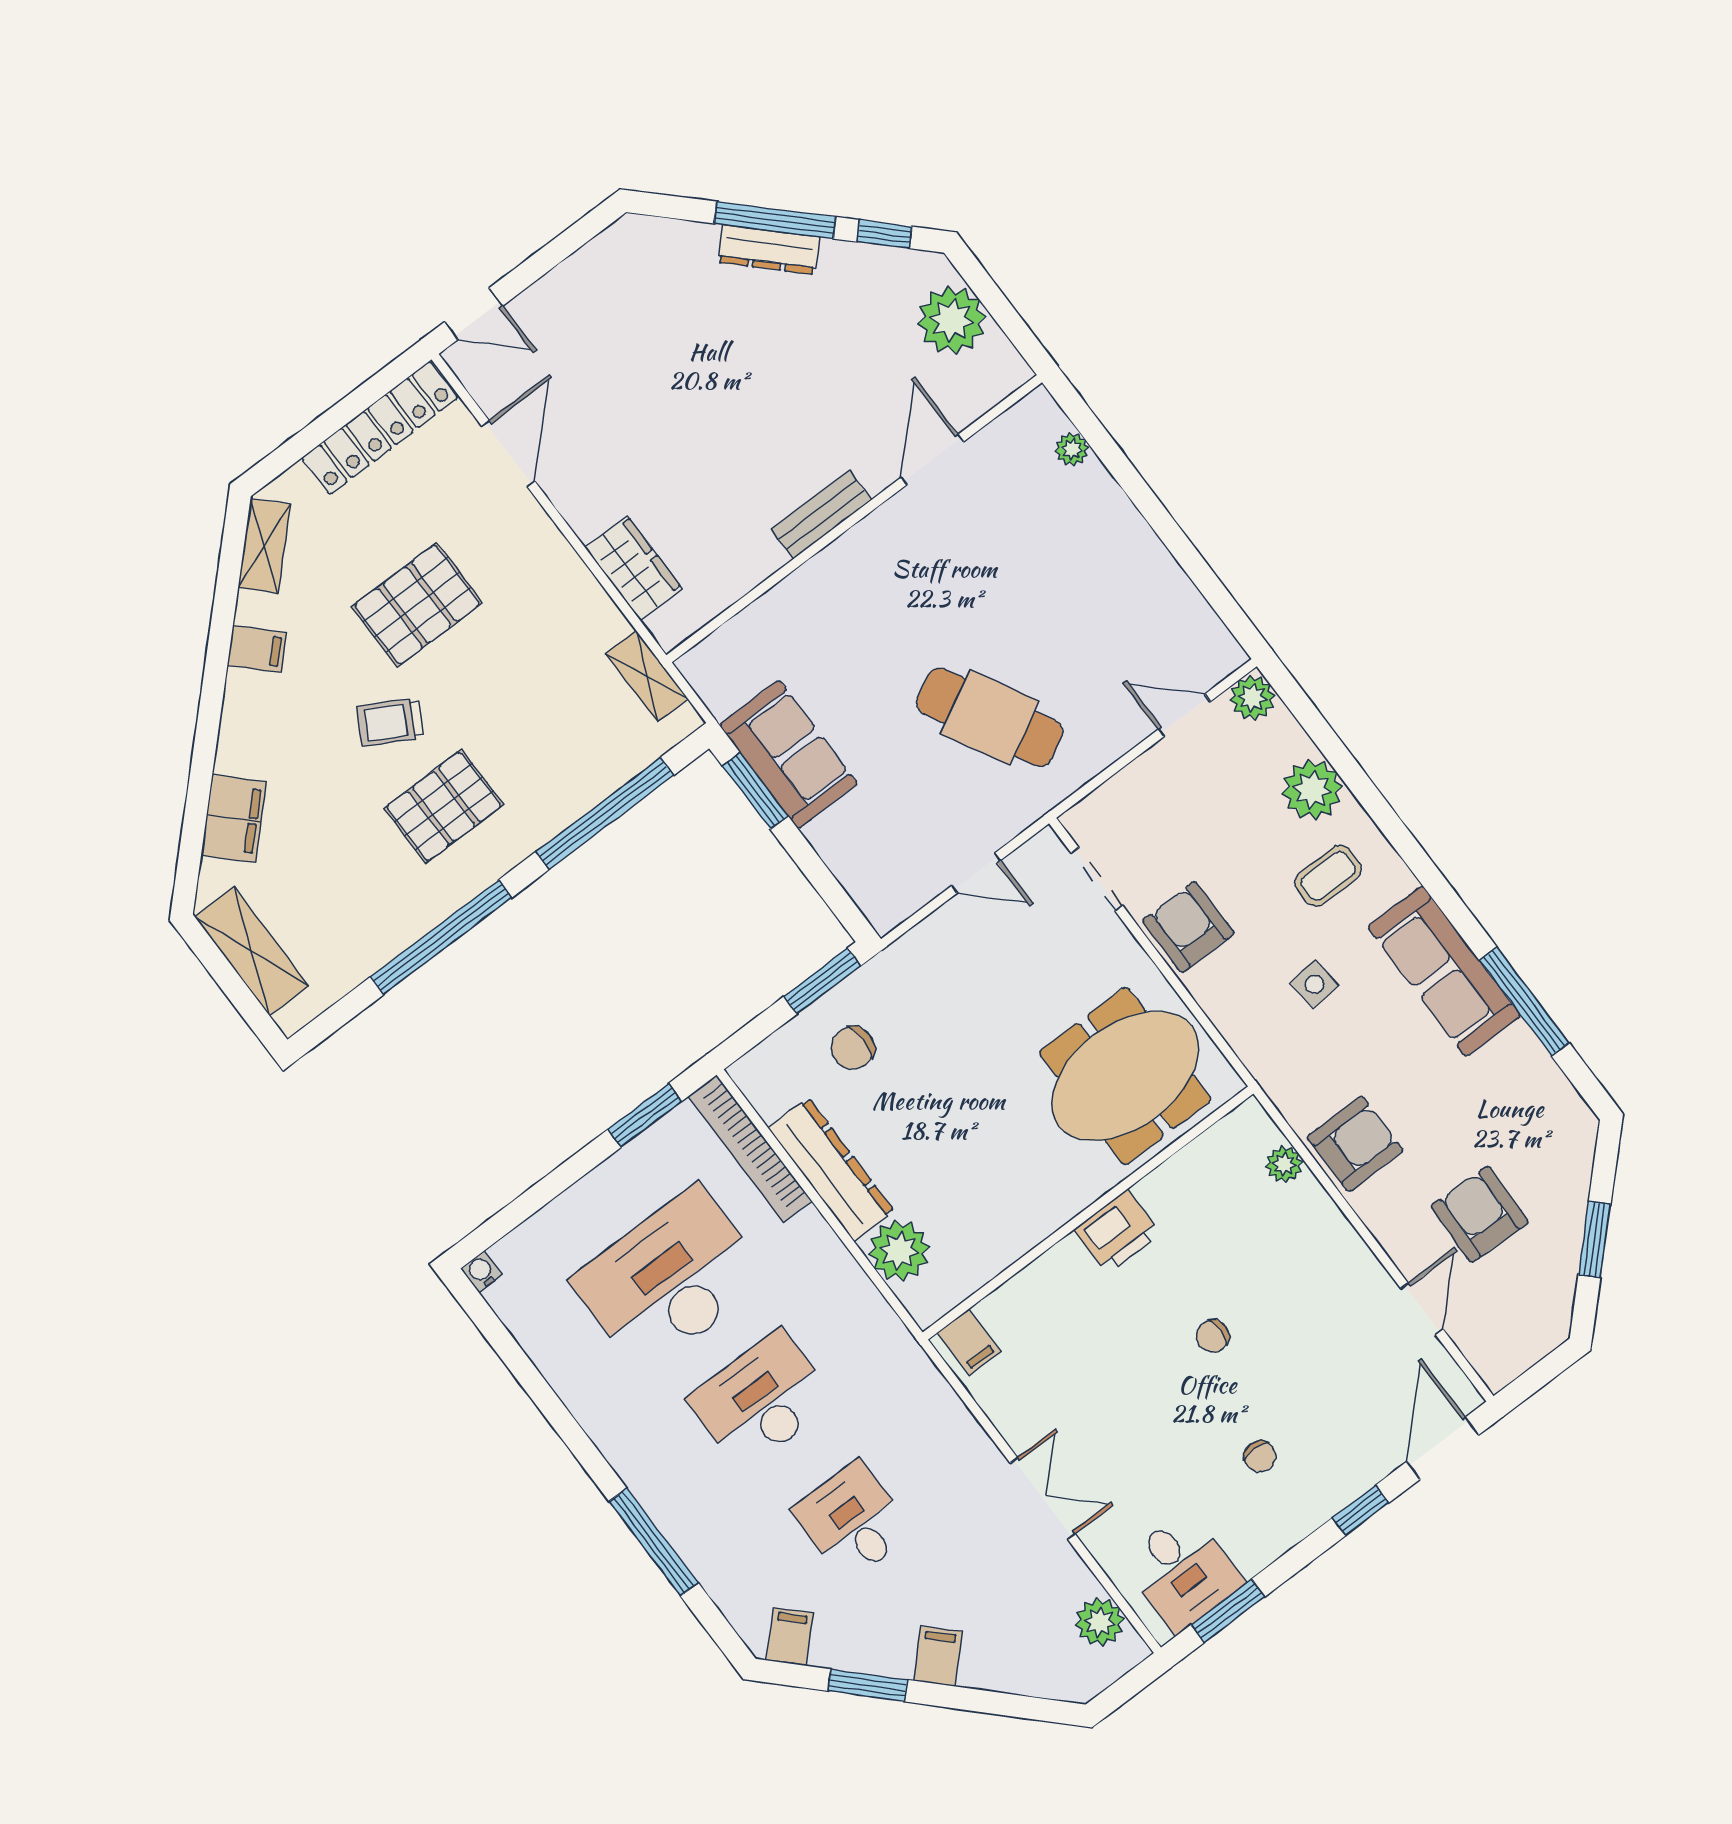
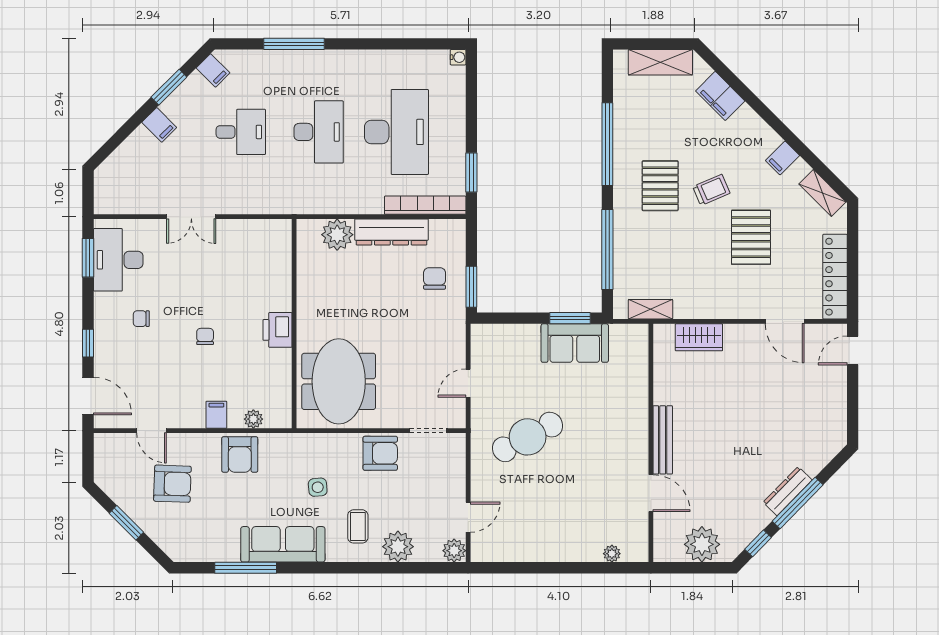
bench: (821, 515) -> (663, 440), width x1.36
trolley: (390, 722) -> (711, 190), turned 38
filing cabinet: (969, 1342) -> (216, 415), moved, turned 90
desk: (1182, 1571) -> (118, 260), width x1.37
plant: (1100, 1622) -> (123, 202), removed

